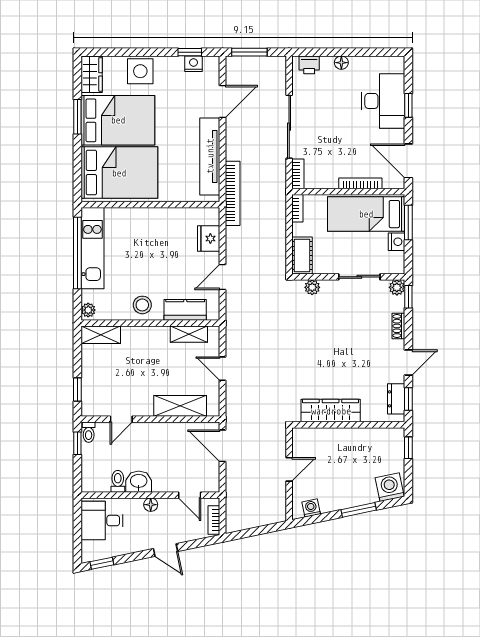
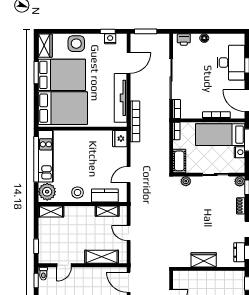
fridge: (209, 239) -> (120, 139), moved
plant: (88, 310) -> (47, 192), width x1.88, depth x1.88
wardrobe: (331, 411) -> (204, 260), width x0.67

